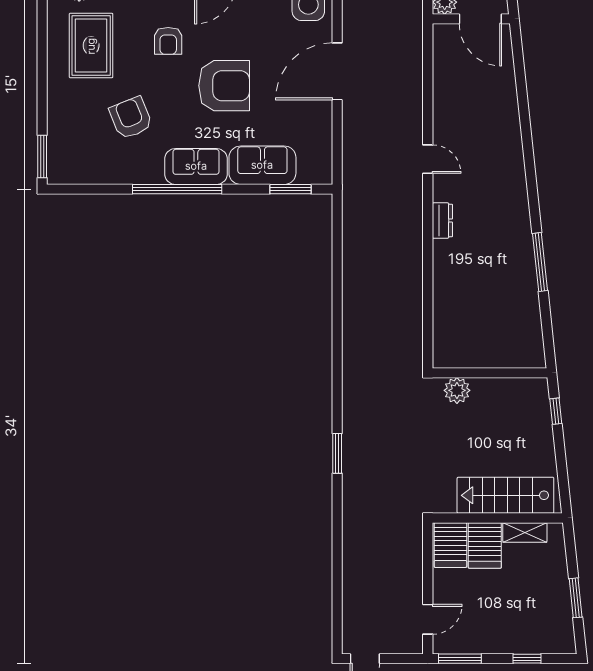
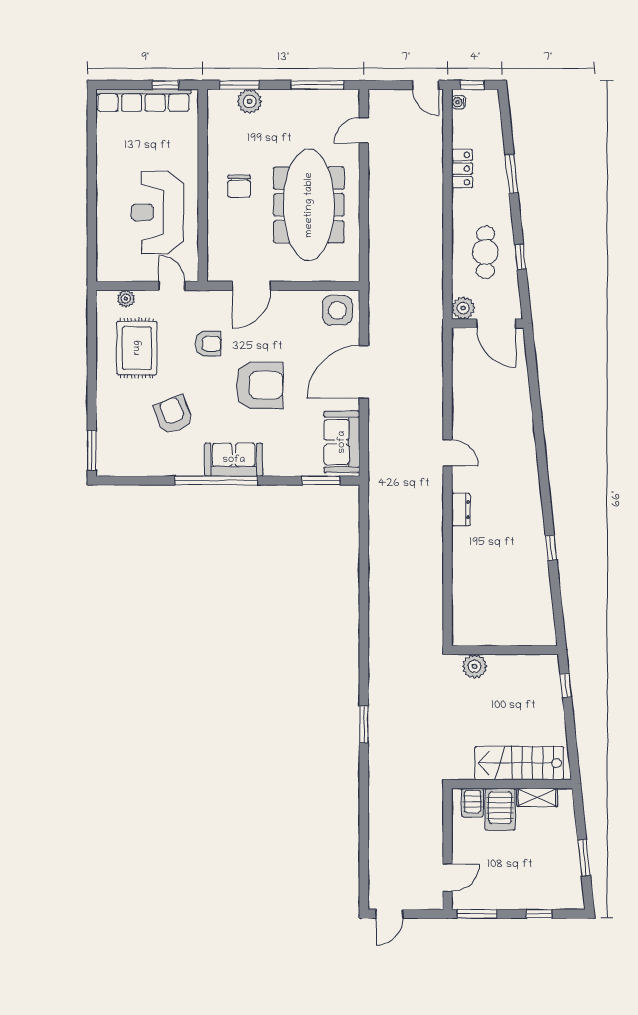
armchair: (168, 41) -> (208, 344), turned -90
sofa: (262, 165) -> (342, 442), moved, turned -90
window: (540, 262) -> (551, 548), width x0.46
server rack: (450, 545) -> (472, 803), width x0.73, depth x0.70

